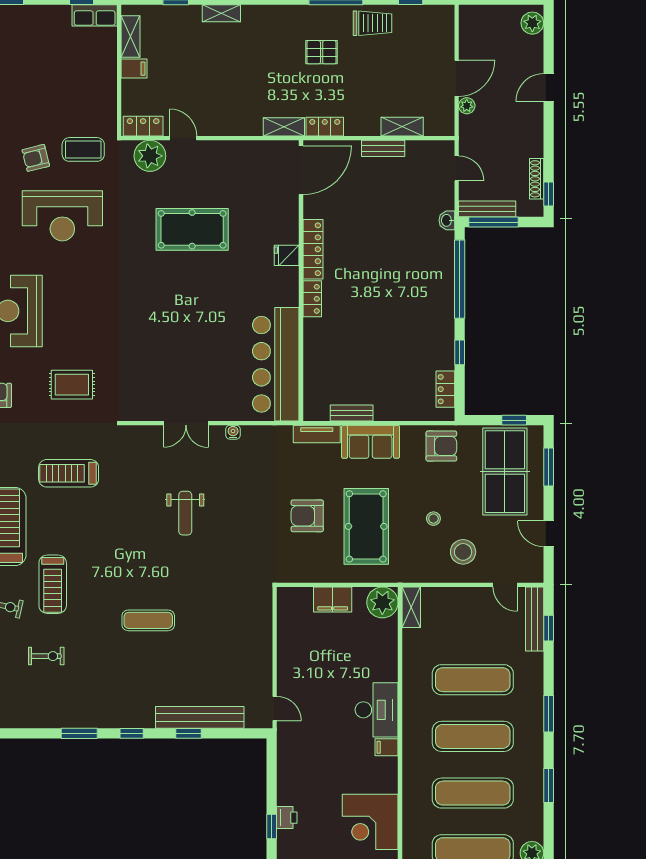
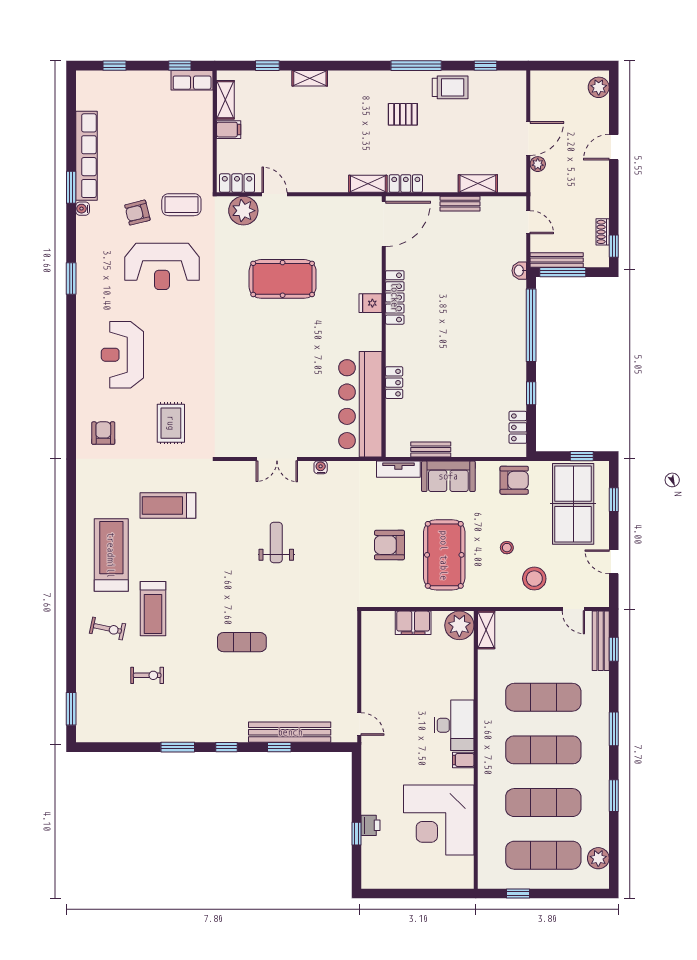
shoe rack: (537, 179) -> (603, 232), width x0.70
locker: (312, 299) -> (394, 383), moved
rug: (72, 385) -> (171, 423), turned 90
window: (549, 467) -> (614, 500), width x0.67
weight bench: (185, 513) -> (276, 542), turned 180
corner desk: (370, 822) -> (439, 820), width x1.36, depth x1.36

